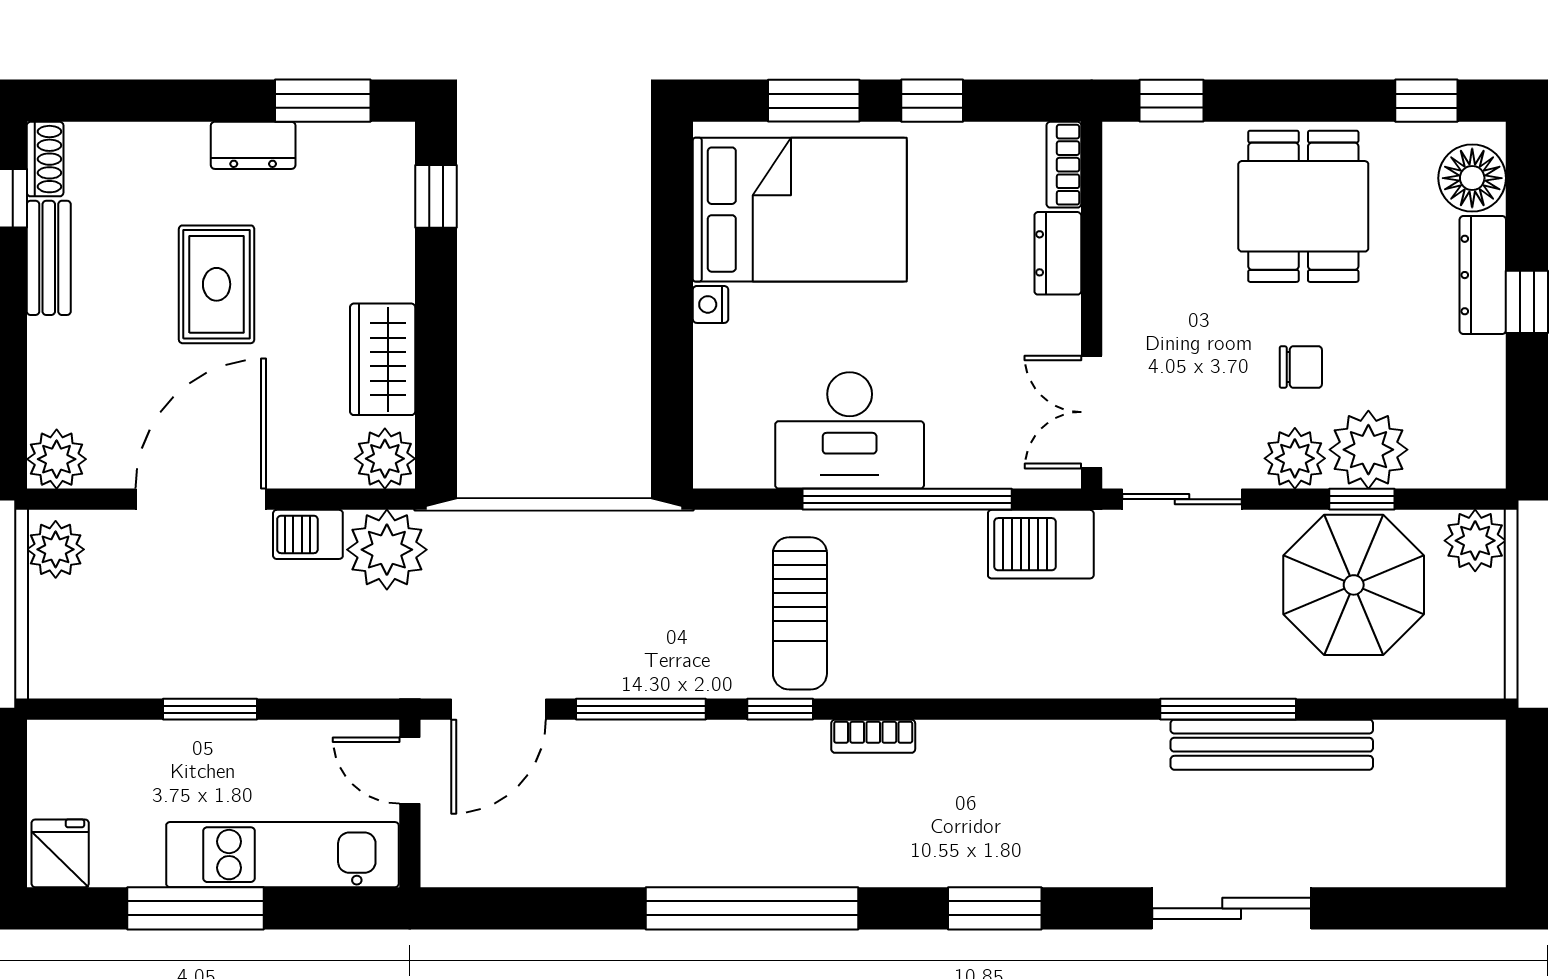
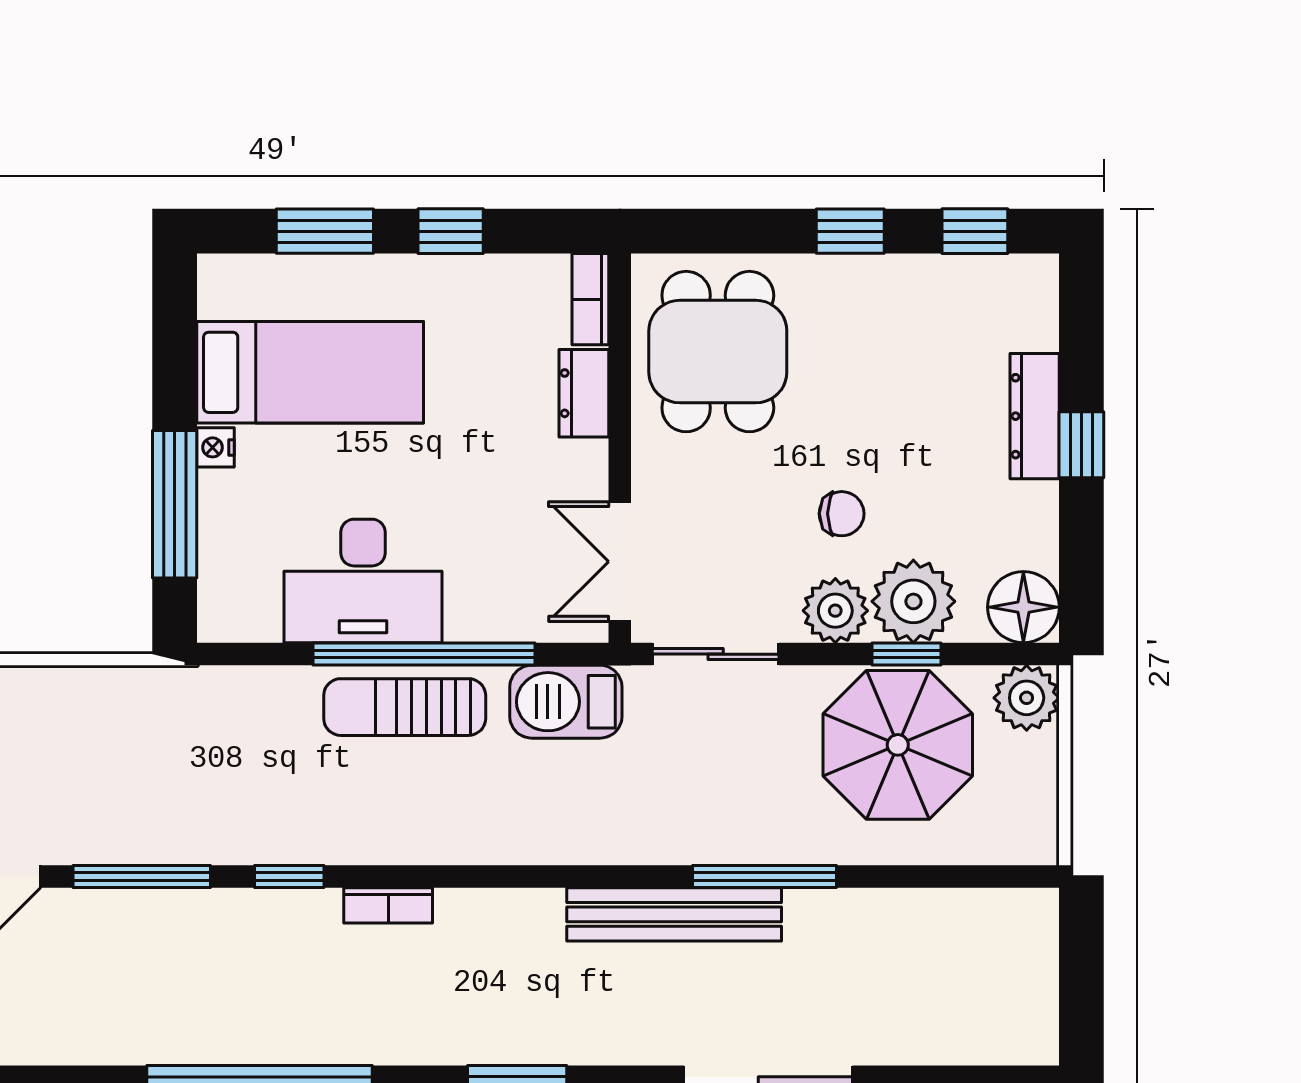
window: (1171, 101) -> (850, 231), moved
floor lamp: (1472, 178) -> (1023, 607), moved
dining table: (1303, 206) -> (718, 352), moved
bed: (800, 210) -> (310, 372), width x0.67
window: (672, 358) -> (175, 504), added
sun lounger: (800, 613) -> (405, 707), moved, turned 90
bench: (1272, 745) -> (674, 914), moved

